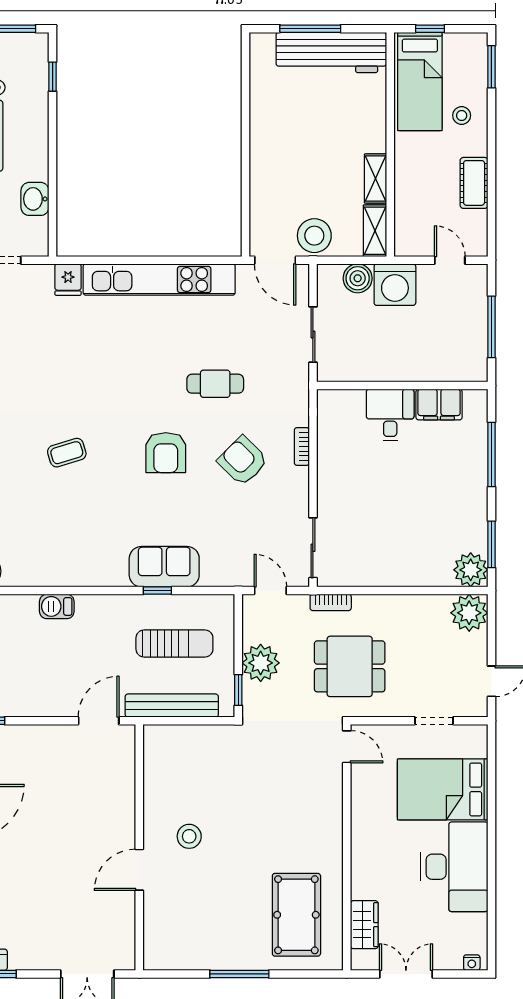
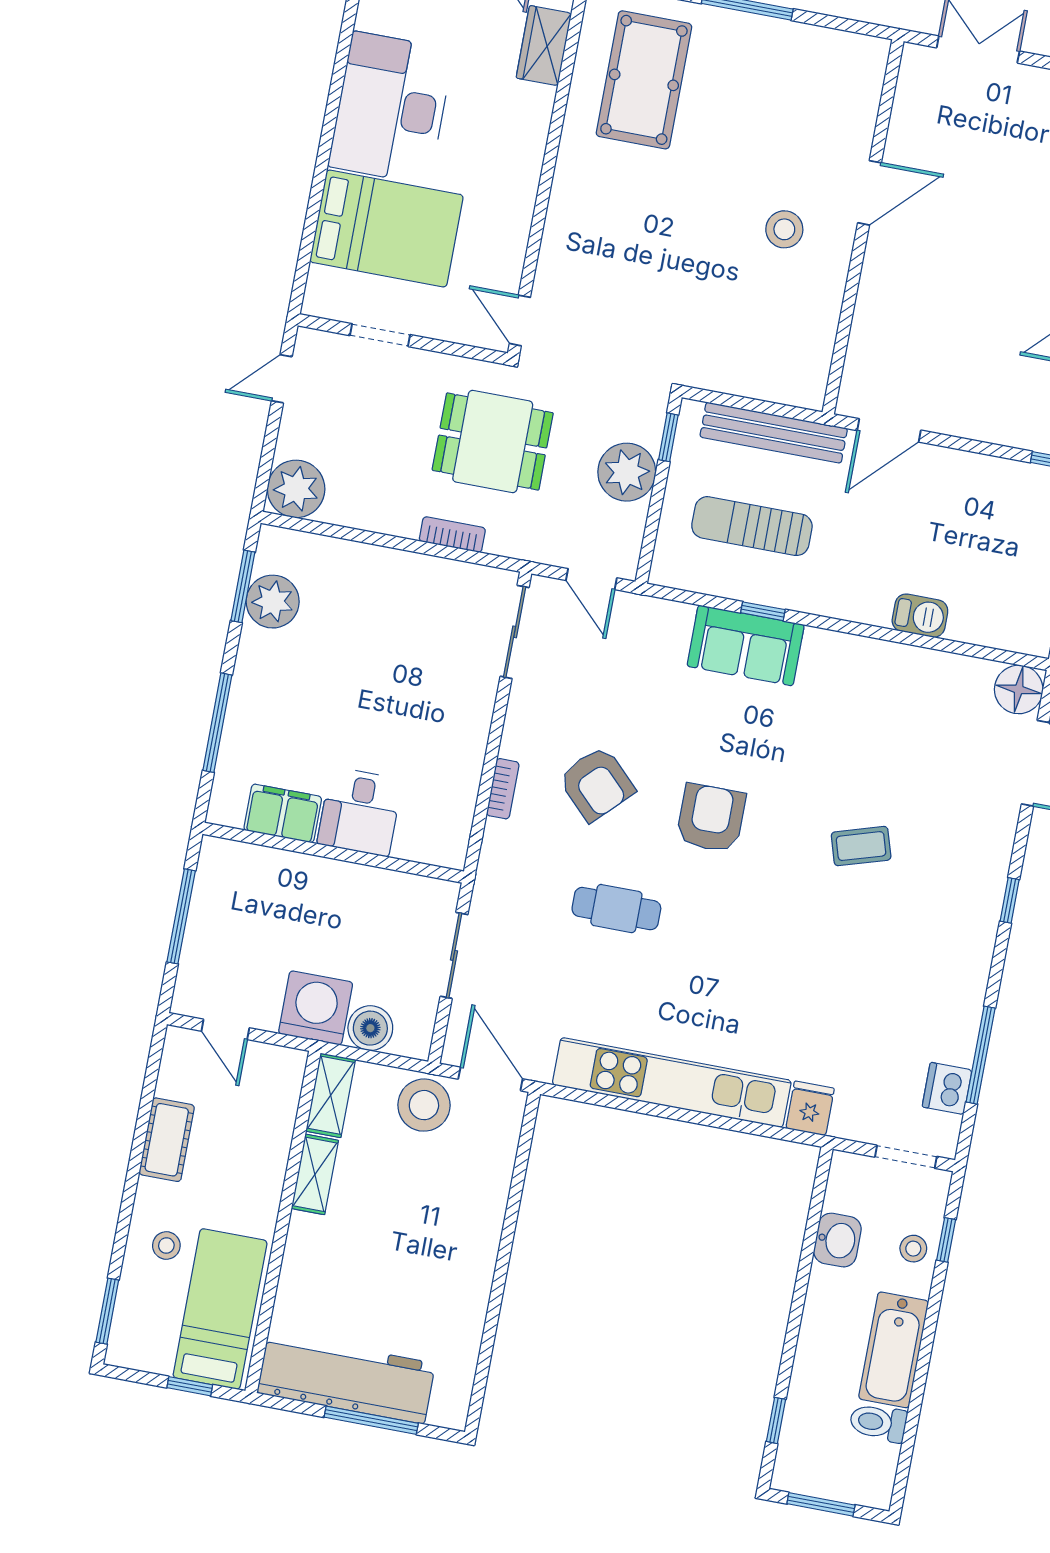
plant: (471, 570) -> (273, 602), moved
bookcase: (331, 602) -> (452, 534), moved

